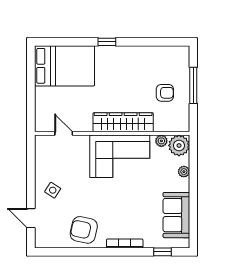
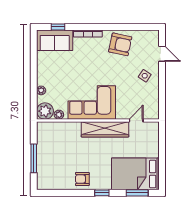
window: (62, 42) -> (137, 193), added
armchair: (165, 93) -> (82, 179), moved
wardrobe: (123, 122) -> (105, 129), moved
door: (64, 133) -> (136, 121), swing flipped
sofa: (176, 215) -> (55, 40), moved, turned 90

